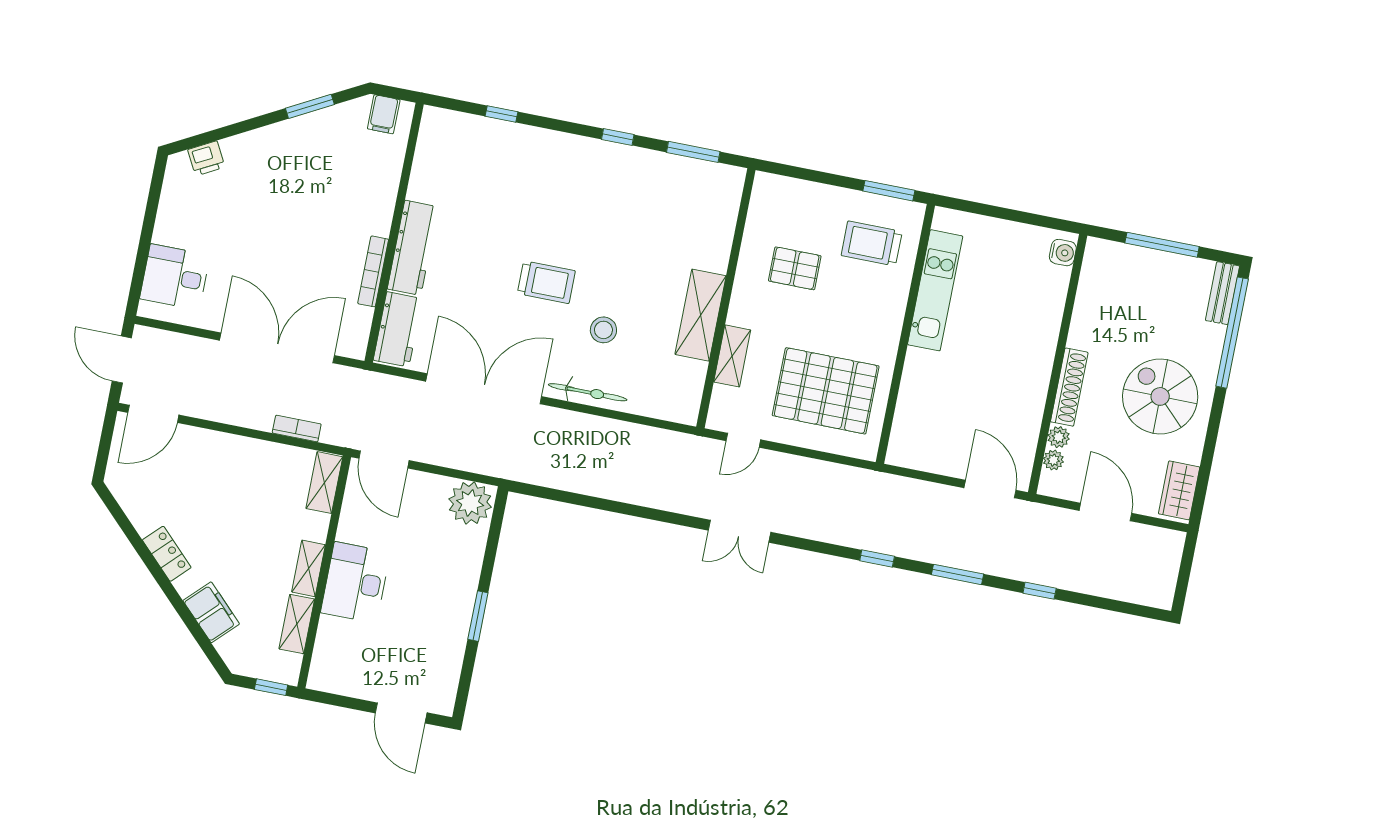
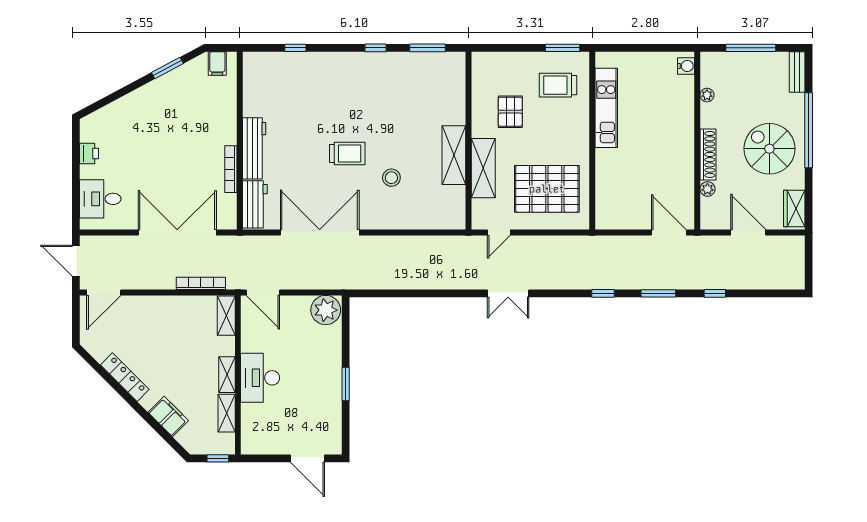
printer: (206, 158) -> (89, 154), moved, turned -62
pallet: (795, 268) -> (510, 112), turned 90
window: (1232, 333) -> (809, 130), moved
shelving: (732, 356) -> (483, 168), width x1.50, depth x1.33
bicycle: (588, 392) -> (389, 221), removed
bookcase: (297, 429) -> (201, 283), width x1.56
plant: (1053, 460) -> (707, 95), moved
locker: (167, 554) -> (125, 377), width x1.53

